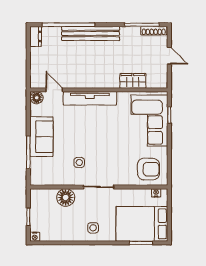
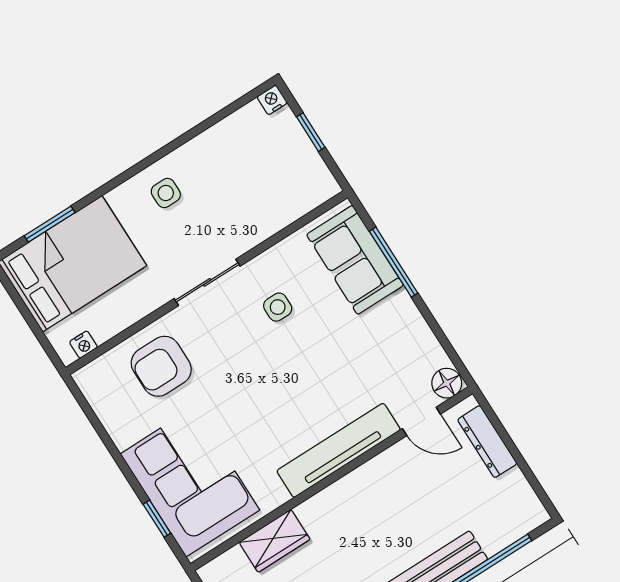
dresser: (36, 36) -> (487, 442), moved, width x1.44
sofa: (41, 137) -> (355, 260), moved
armchair: (148, 169) -> (161, 366), moved
floor lamp: (66, 197) -> (260, 219), removed

